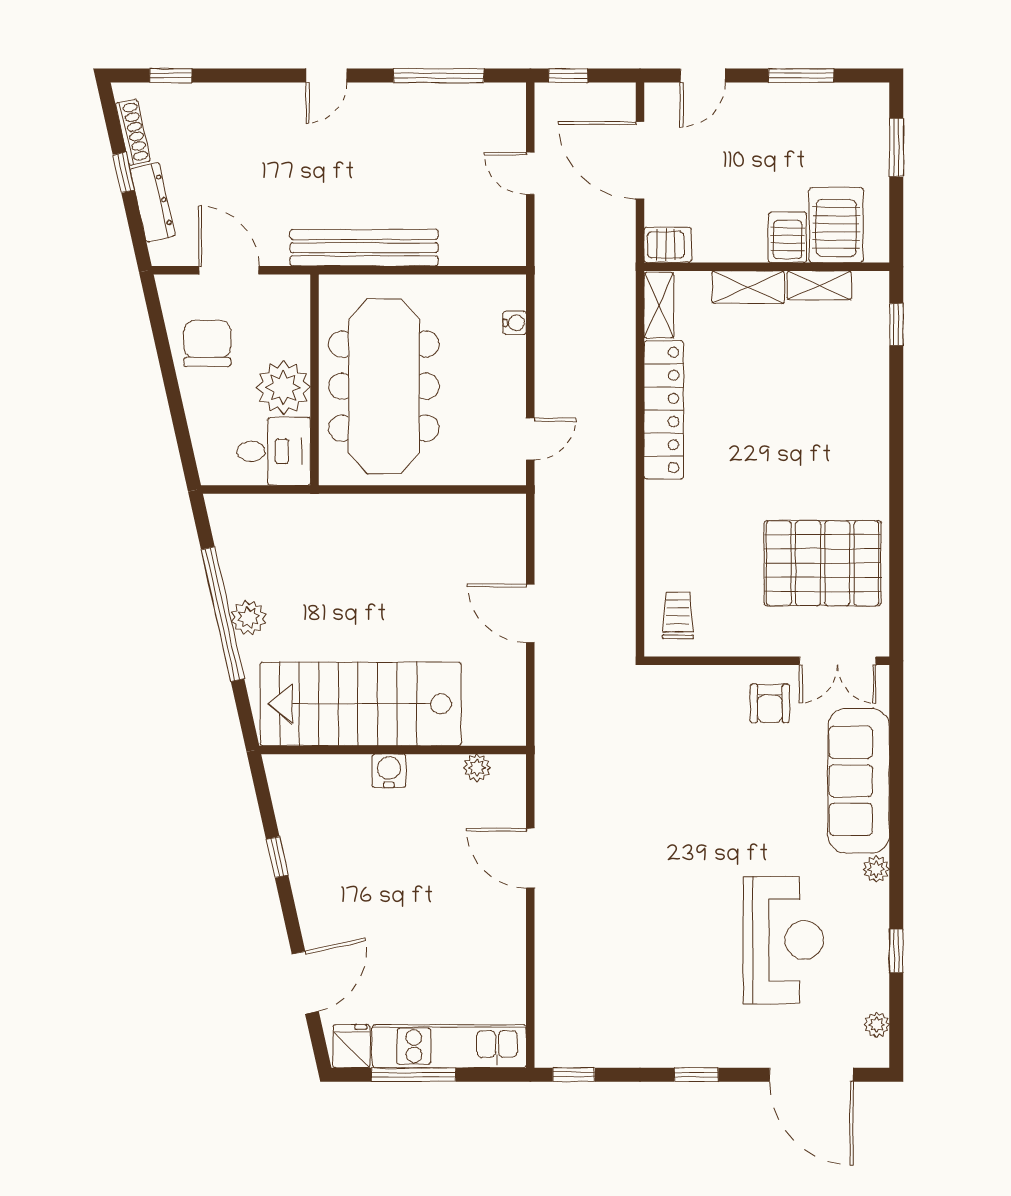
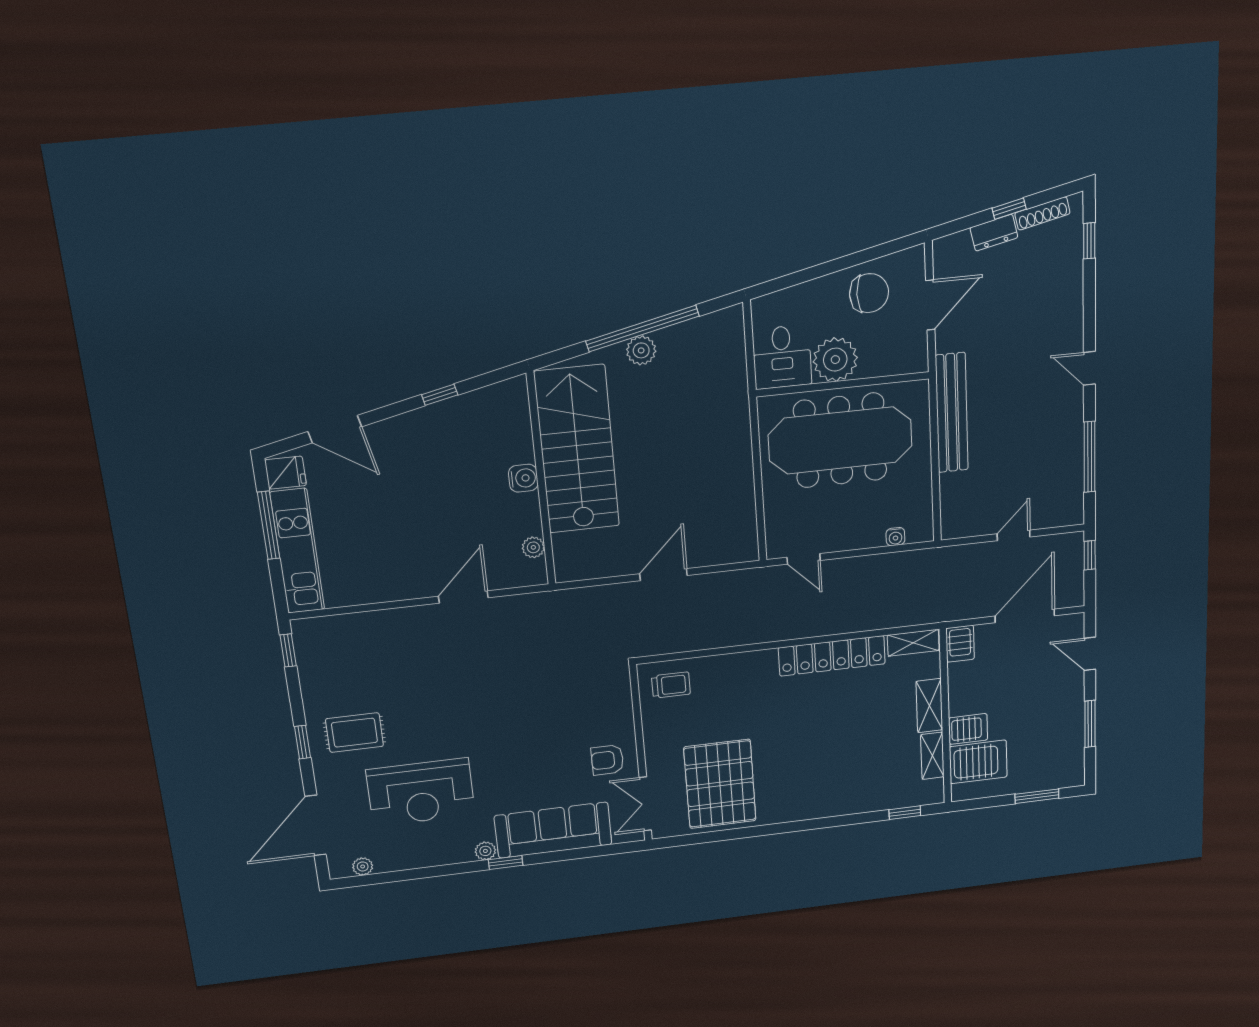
dresser: (153, 202) -> (994, 233), width x0.70
window: (896, 951) -> (506, 863), moved
rug: (692, 1011) -> (354, 733), added

